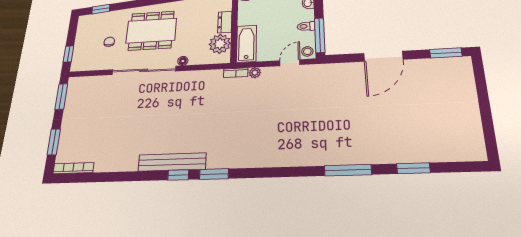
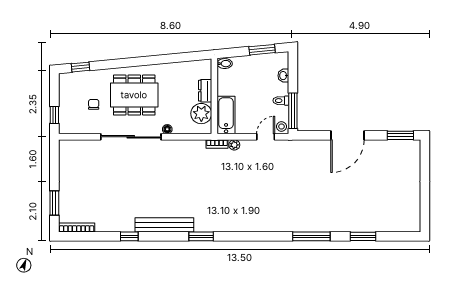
window: (61, 97) -> (54, 159), removed
window: (178, 175) -> (129, 236), moved

